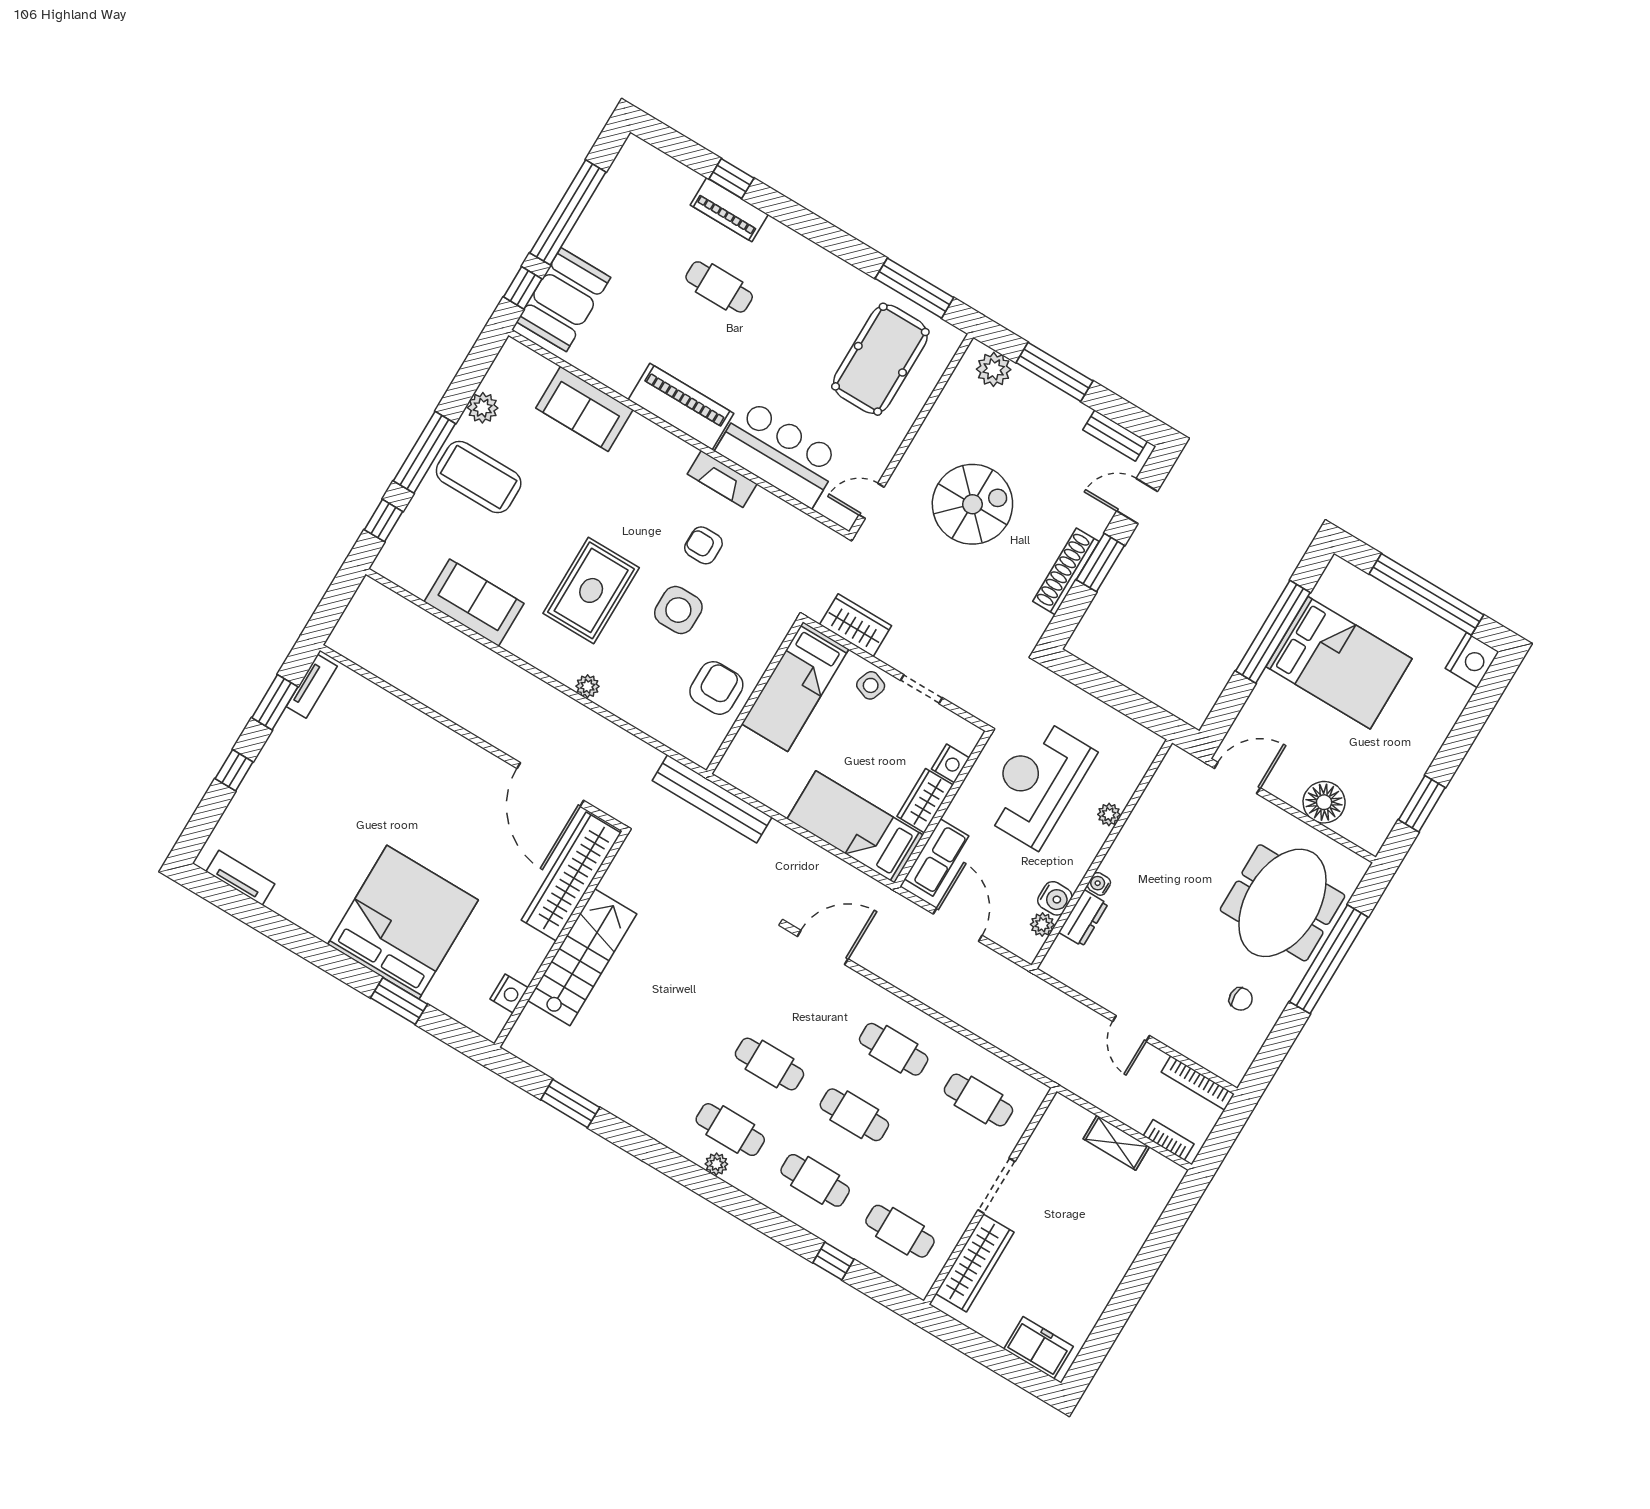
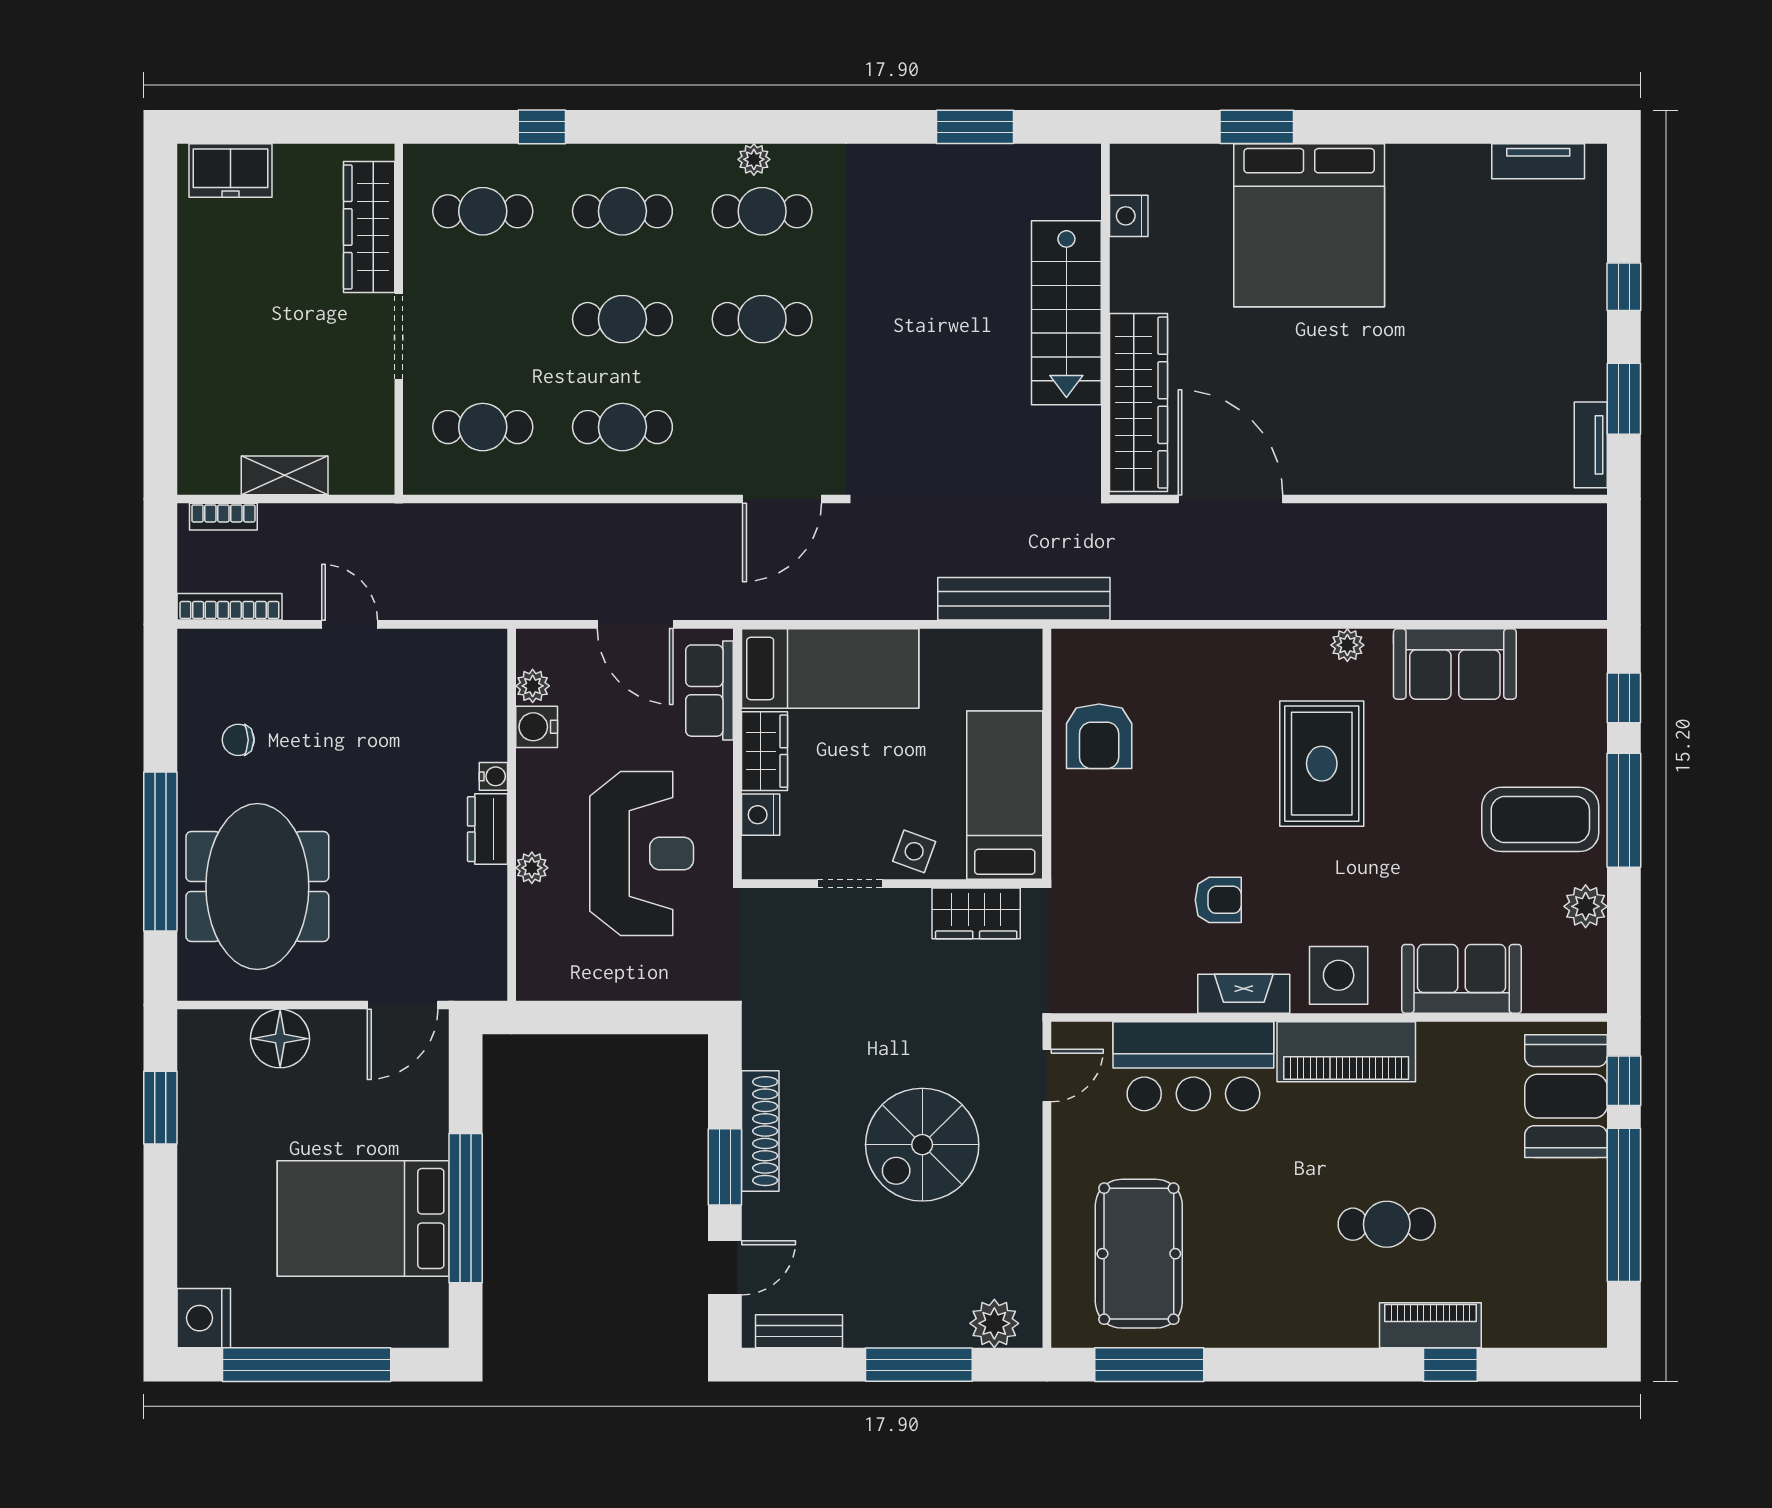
side table: (678, 610) -> (1339, 975), moved
plant: (588, 686) -> (1347, 645), moved
dresser: (1083, 918) -> (488, 829), moved

